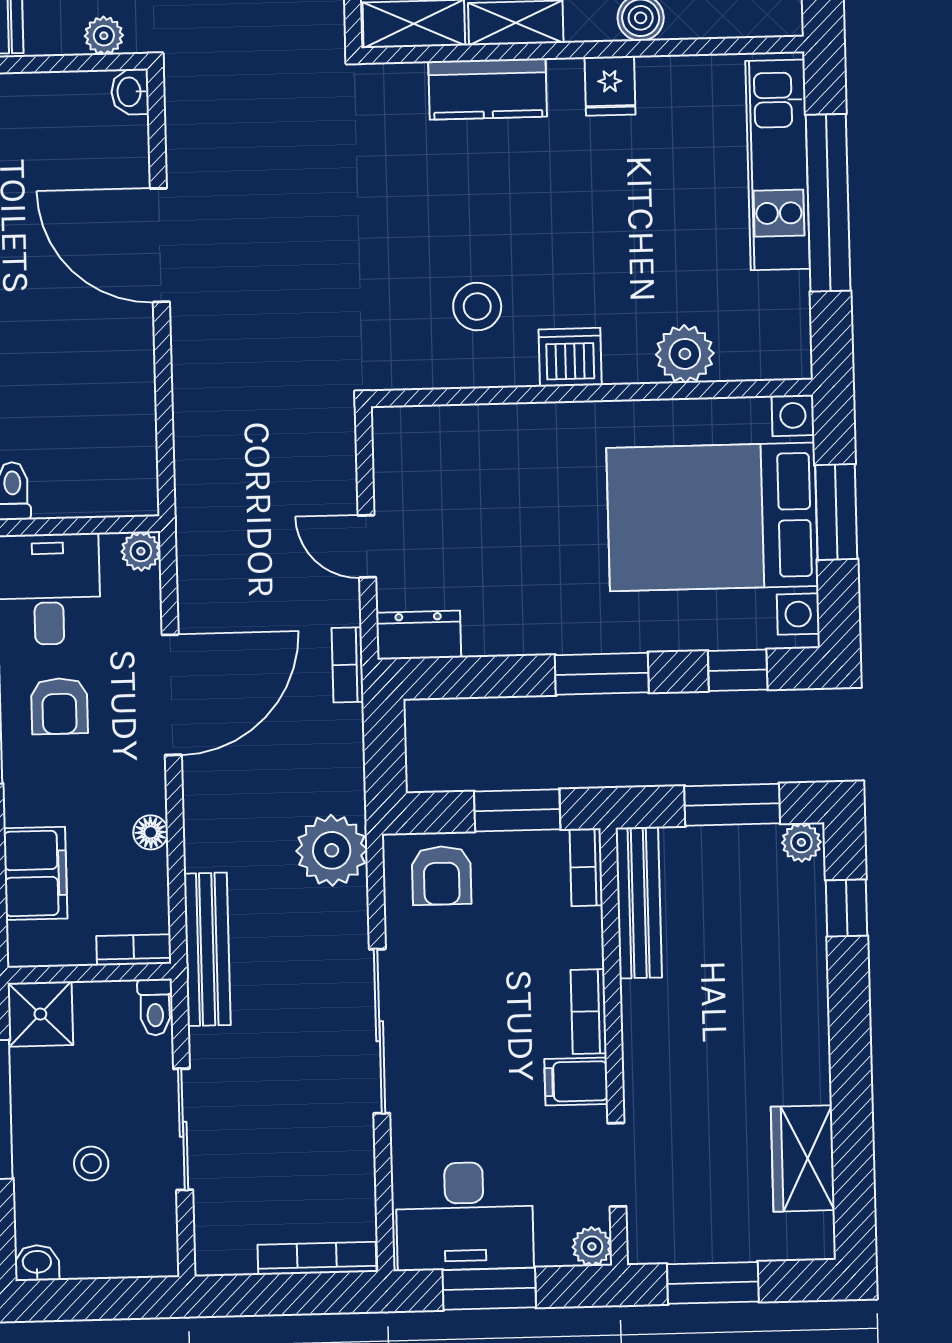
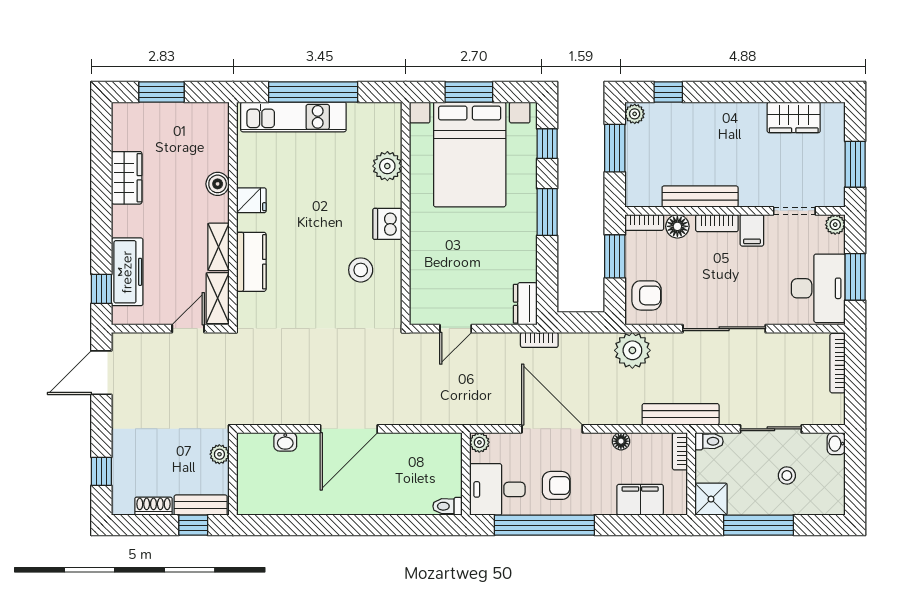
washbasin: (130, 92) -> (285, 442), moved
door: (160, 245) -> (349, 429), moved
door: (367, 546) -> (456, 329), moved
bench: (639, 903) -> (700, 197), moved
floor lamp: (580, 933) -> (677, 226), added
washbasin: (37, 1263) -> (836, 444), moved

